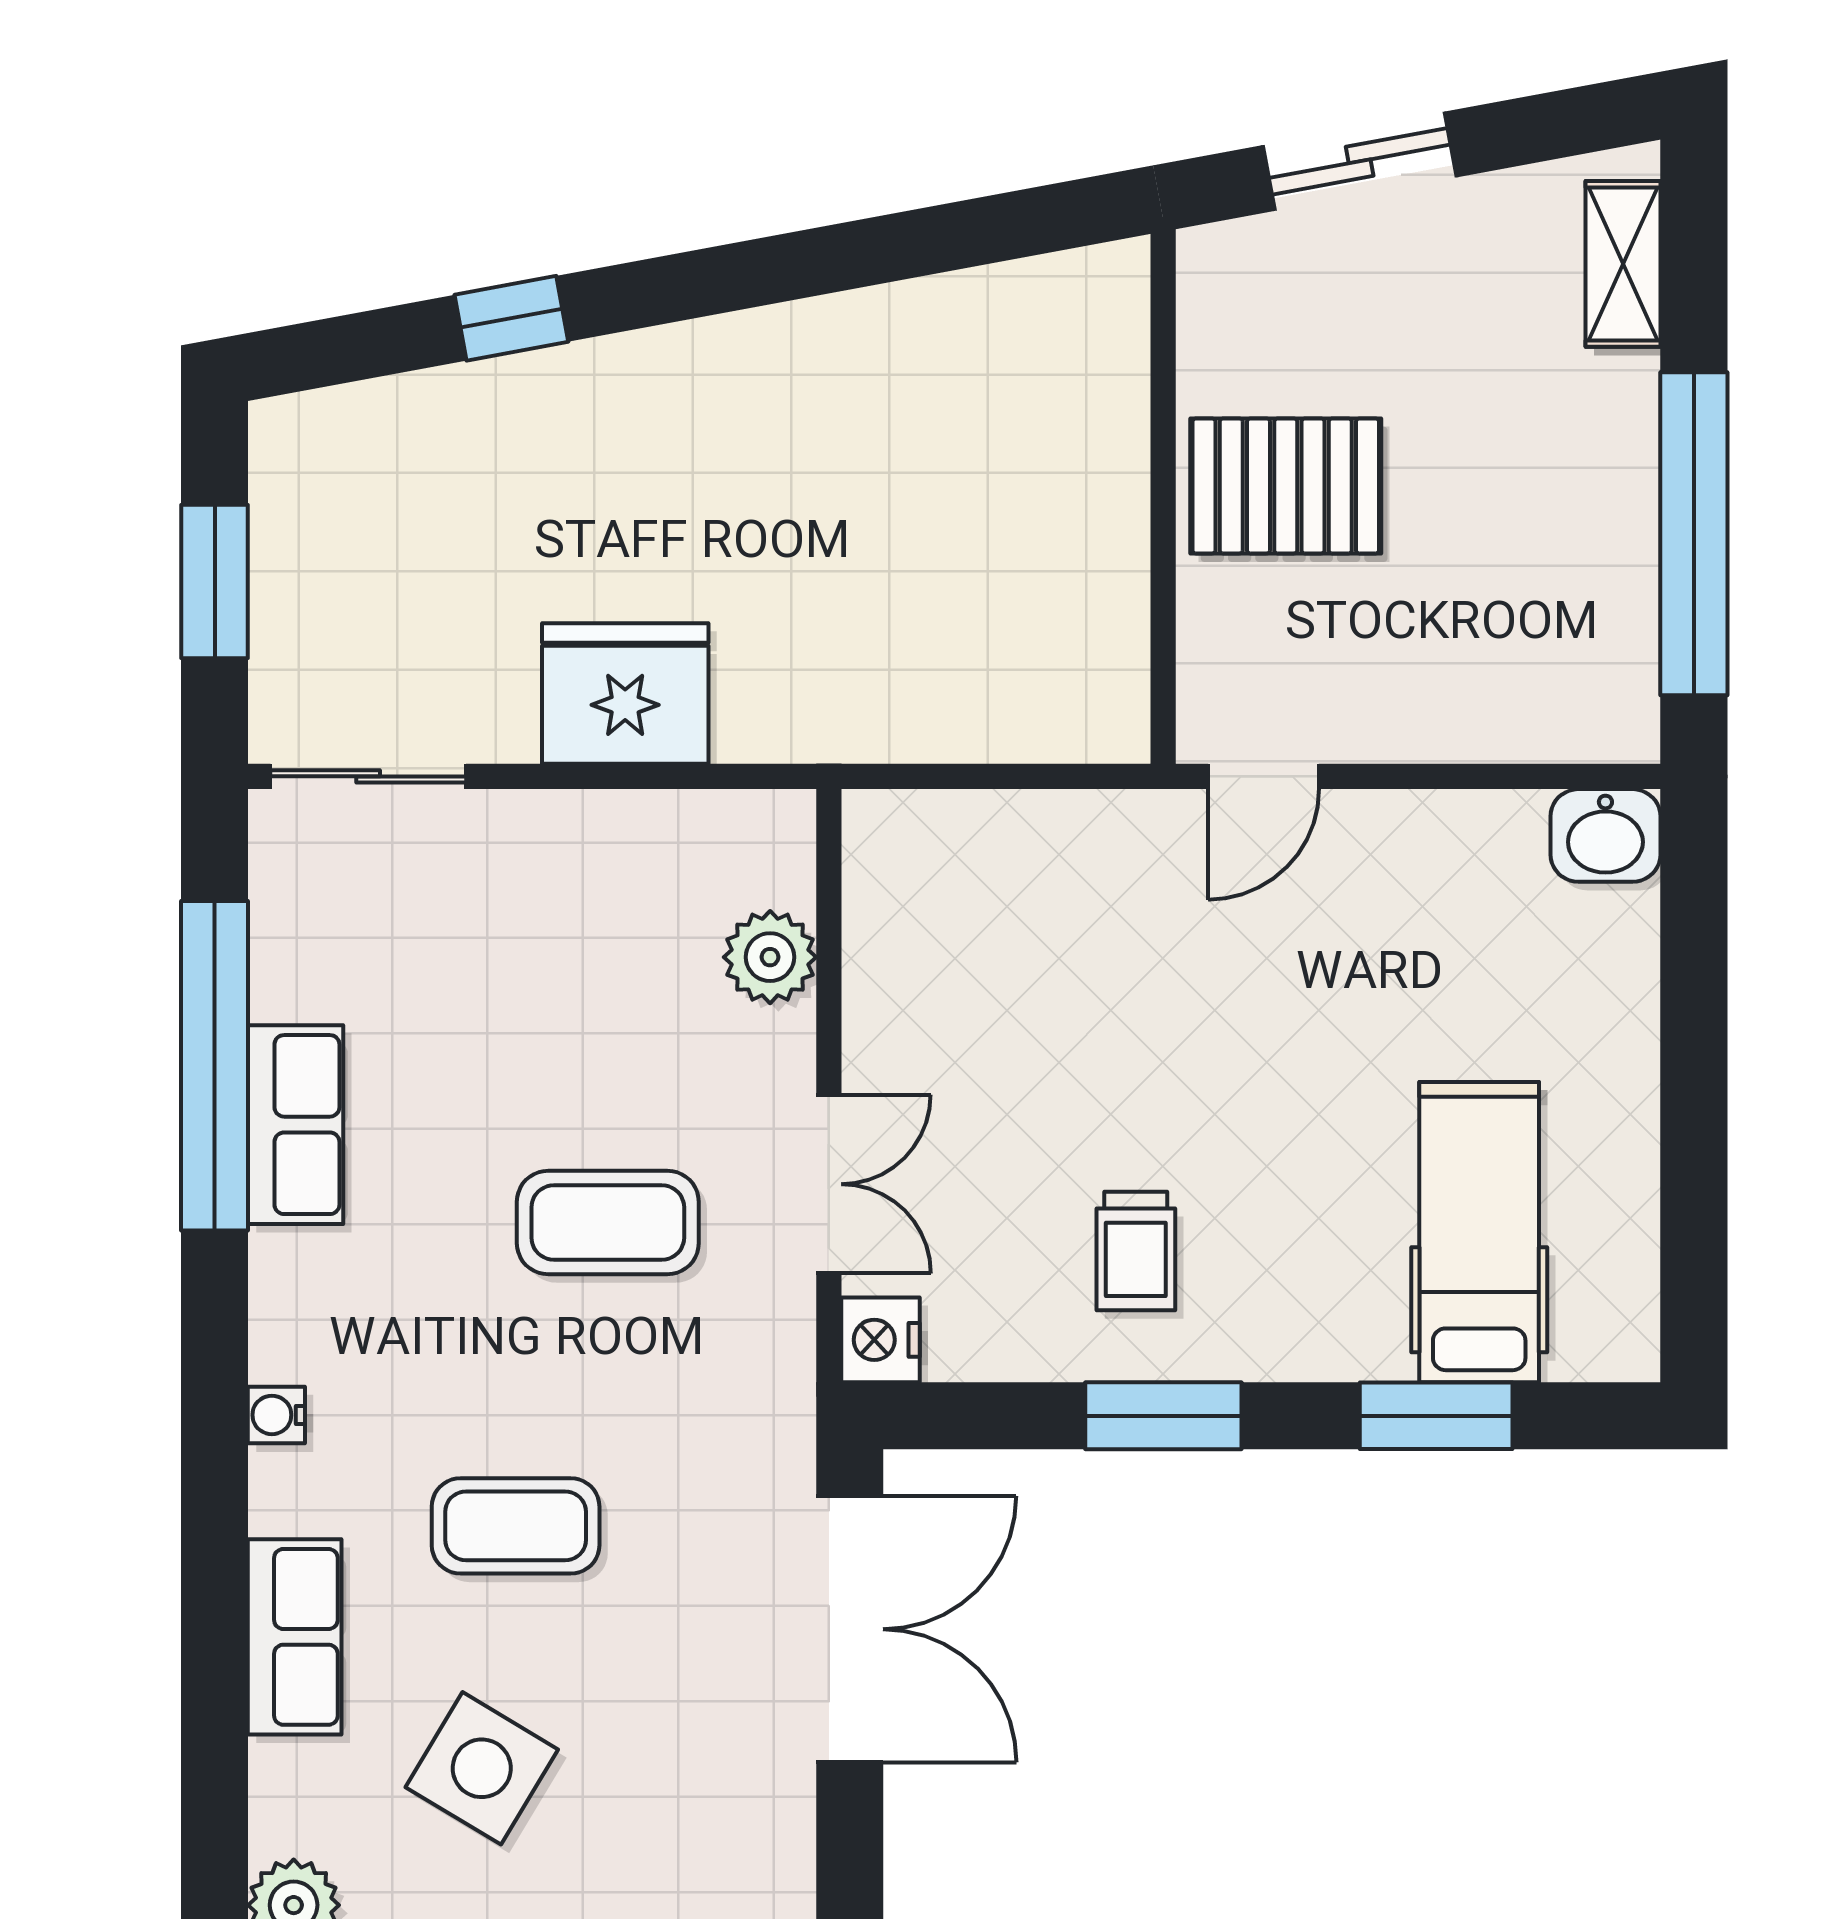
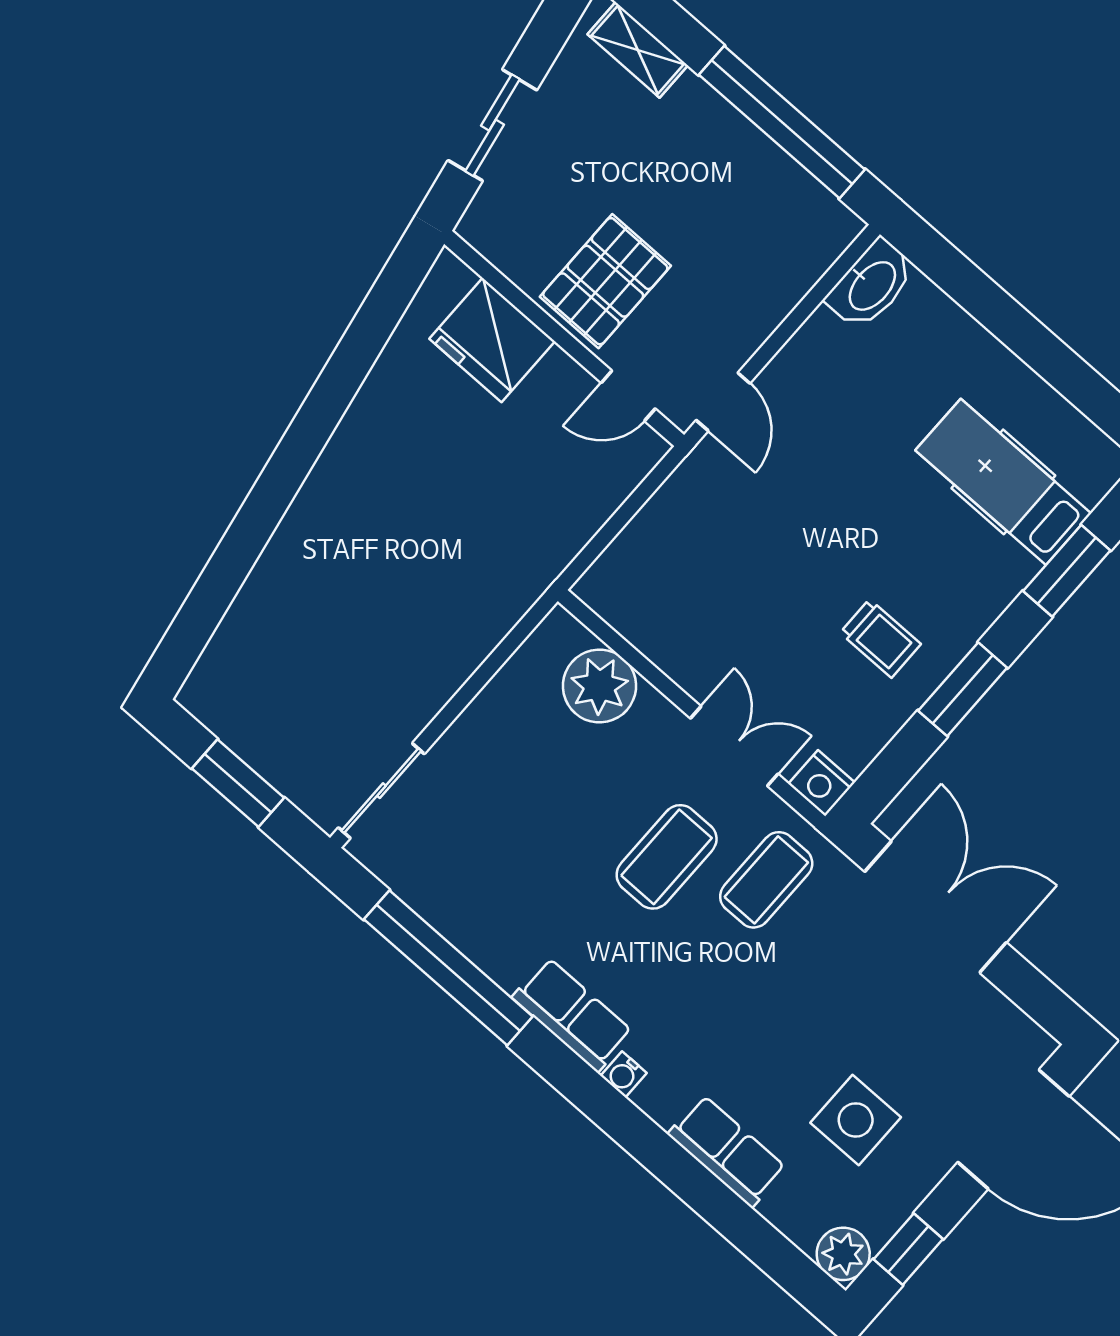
window: (511, 318) -> (237, 554), removed
door: (1163, 646) -> (628, 396), added
fridge: (625, 694) -> (492, 340), moved, turned -90
washbasin: (1605, 835) -> (871, 285), width x1.38
plant: (770, 957) -> (599, 686), width x1.36, depth x1.36
row of seats: (296, 1125) -> (573, 1015), moved
coffee table: (516, 1526) -> (766, 880), moved
side table: (482, 1768) -> (856, 1120), turned -31

